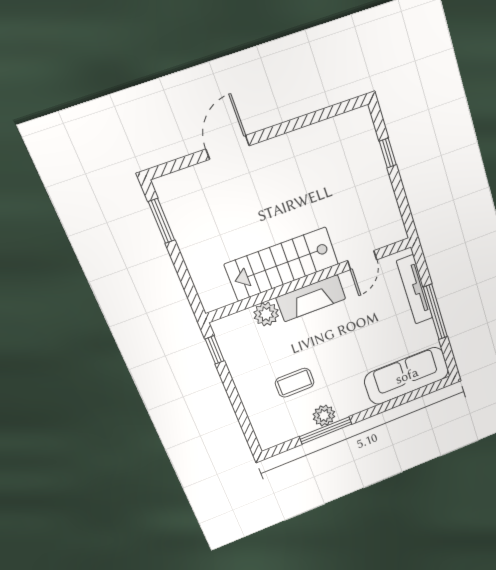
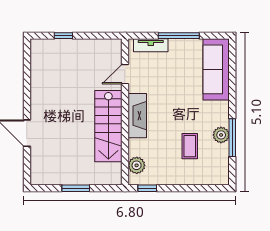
window: (162, 221) -> (76, 188), moved
door: (362, 260) -> (125, 74), swing flipped
tv unit: (415, 290) -> (151, 45), width x0.71
plant: (266, 314) -> (137, 165), moved

